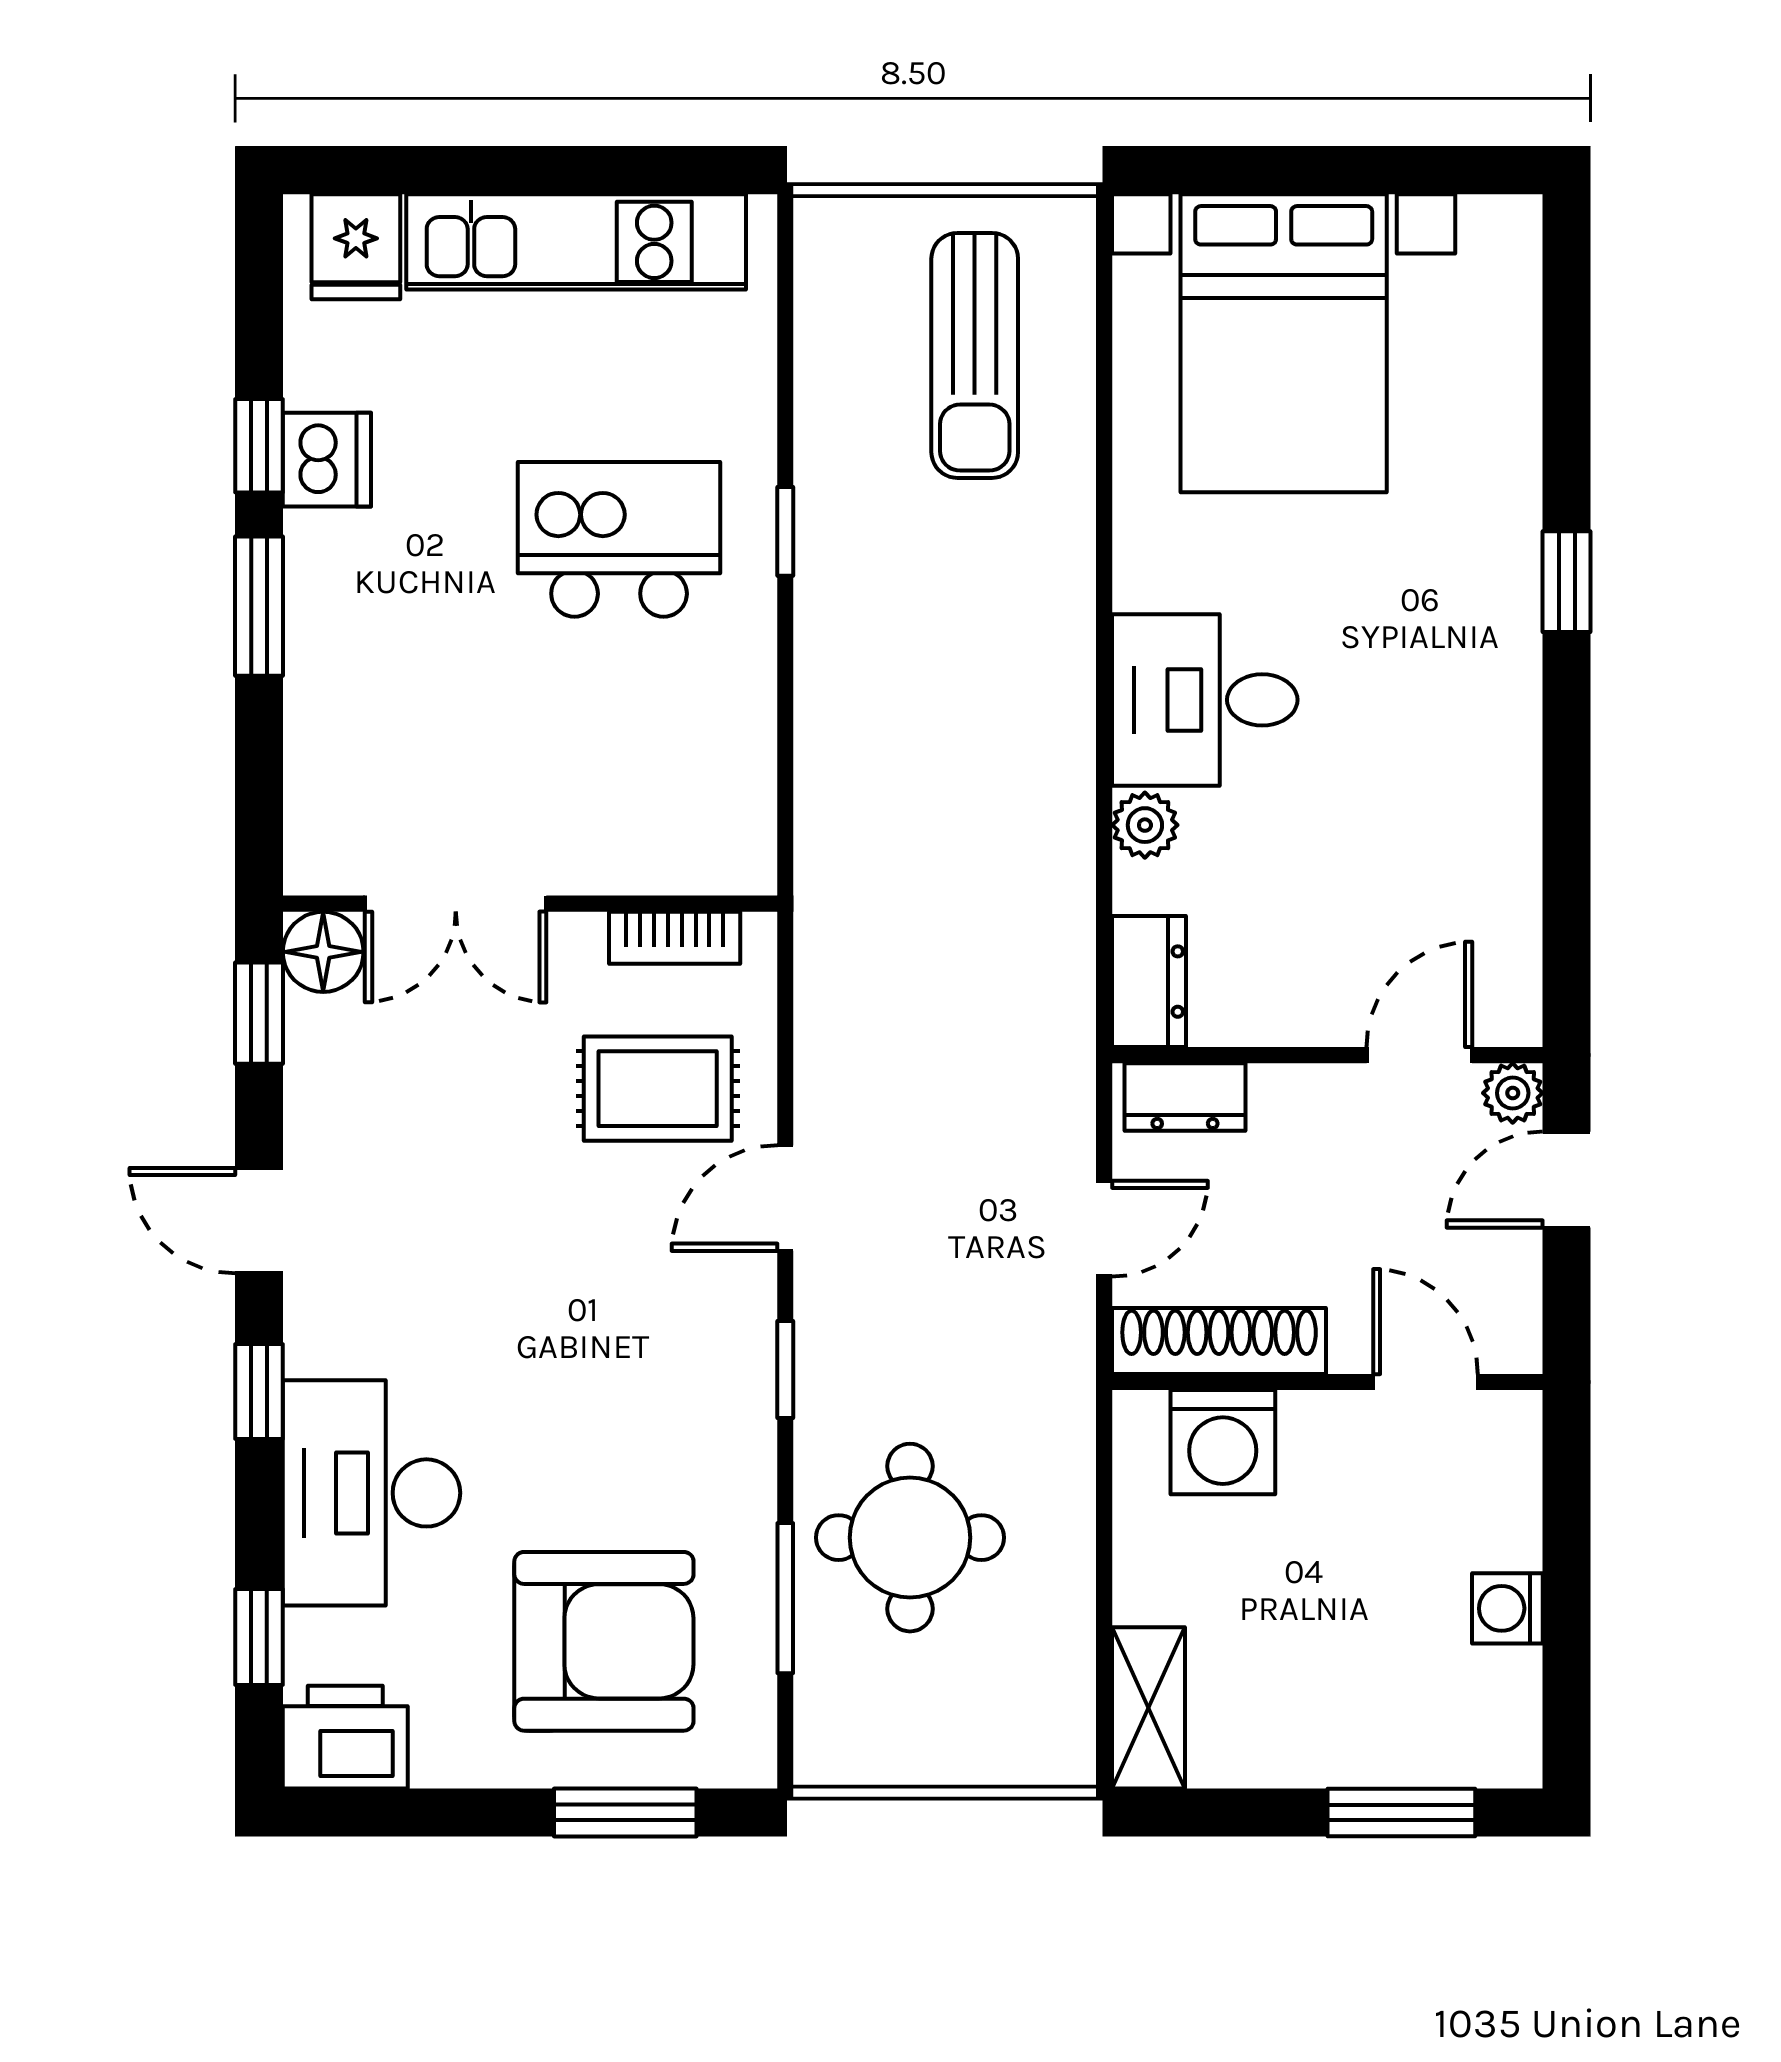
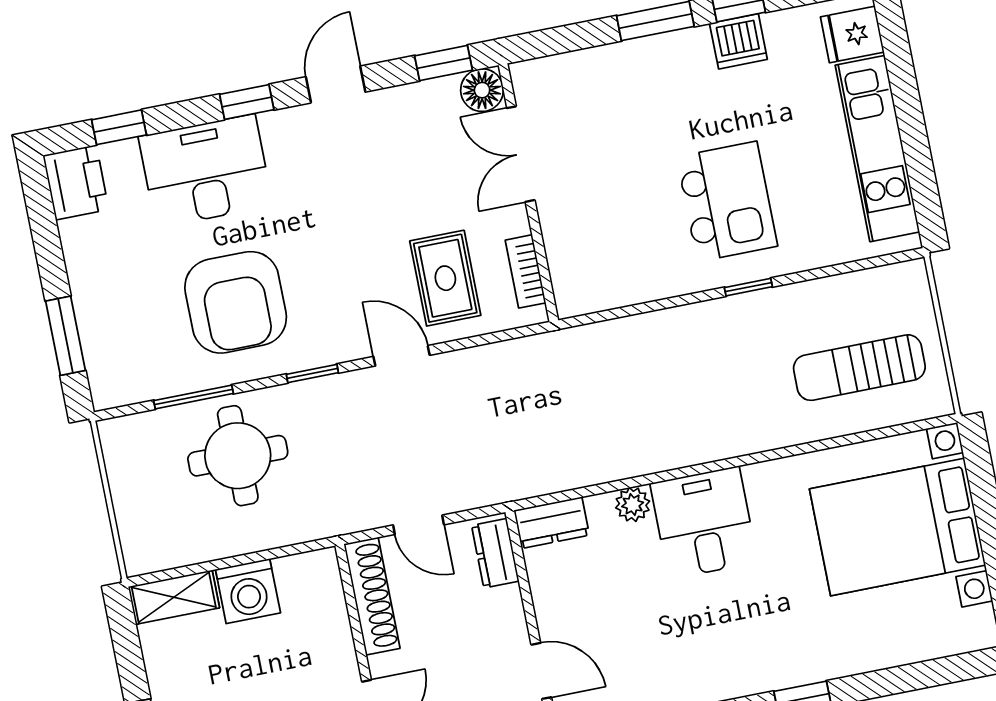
washing machine: (1223, 1442) -> (248, 591), moved, turned -90
armchair: (604, 1641) -> (236, 302), moved

